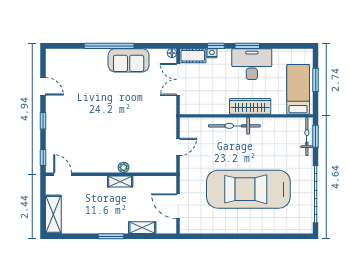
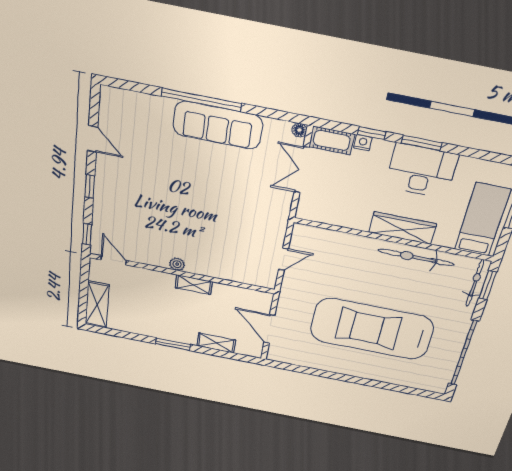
sofa: (129, 60) -> (218, 125), width x1.36
bicycle: (234, 126) -> (416, 257), moved
plant: (124, 167) -> (177, 264), moved

